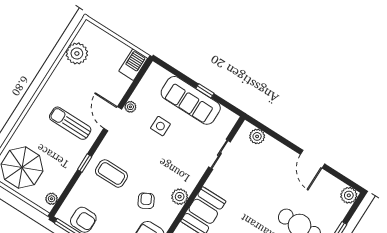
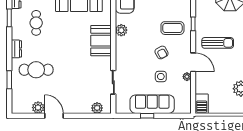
plant: (349, 195) -> (38, 108), moved
plant: (180, 197) -> (121, 30), moved
armchair: (146, 201) -> (162, 52), moved

